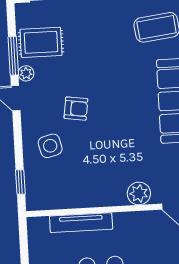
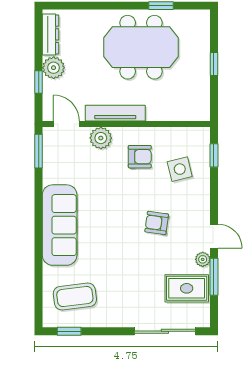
side table: (50, 146) -> (180, 169), moved
armchair: (97, 176) -> (140, 157), added
tv unit: (81, 223) -> (115, 113), moved

